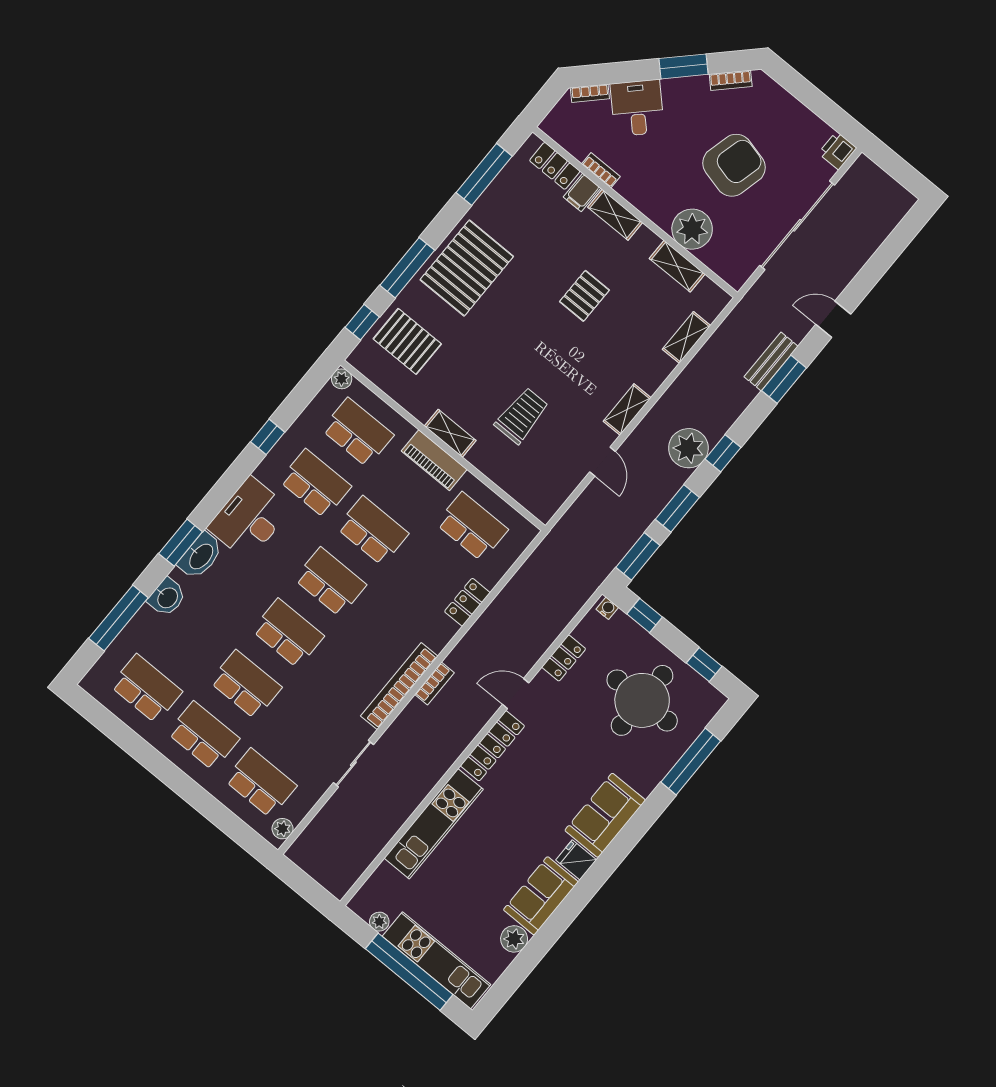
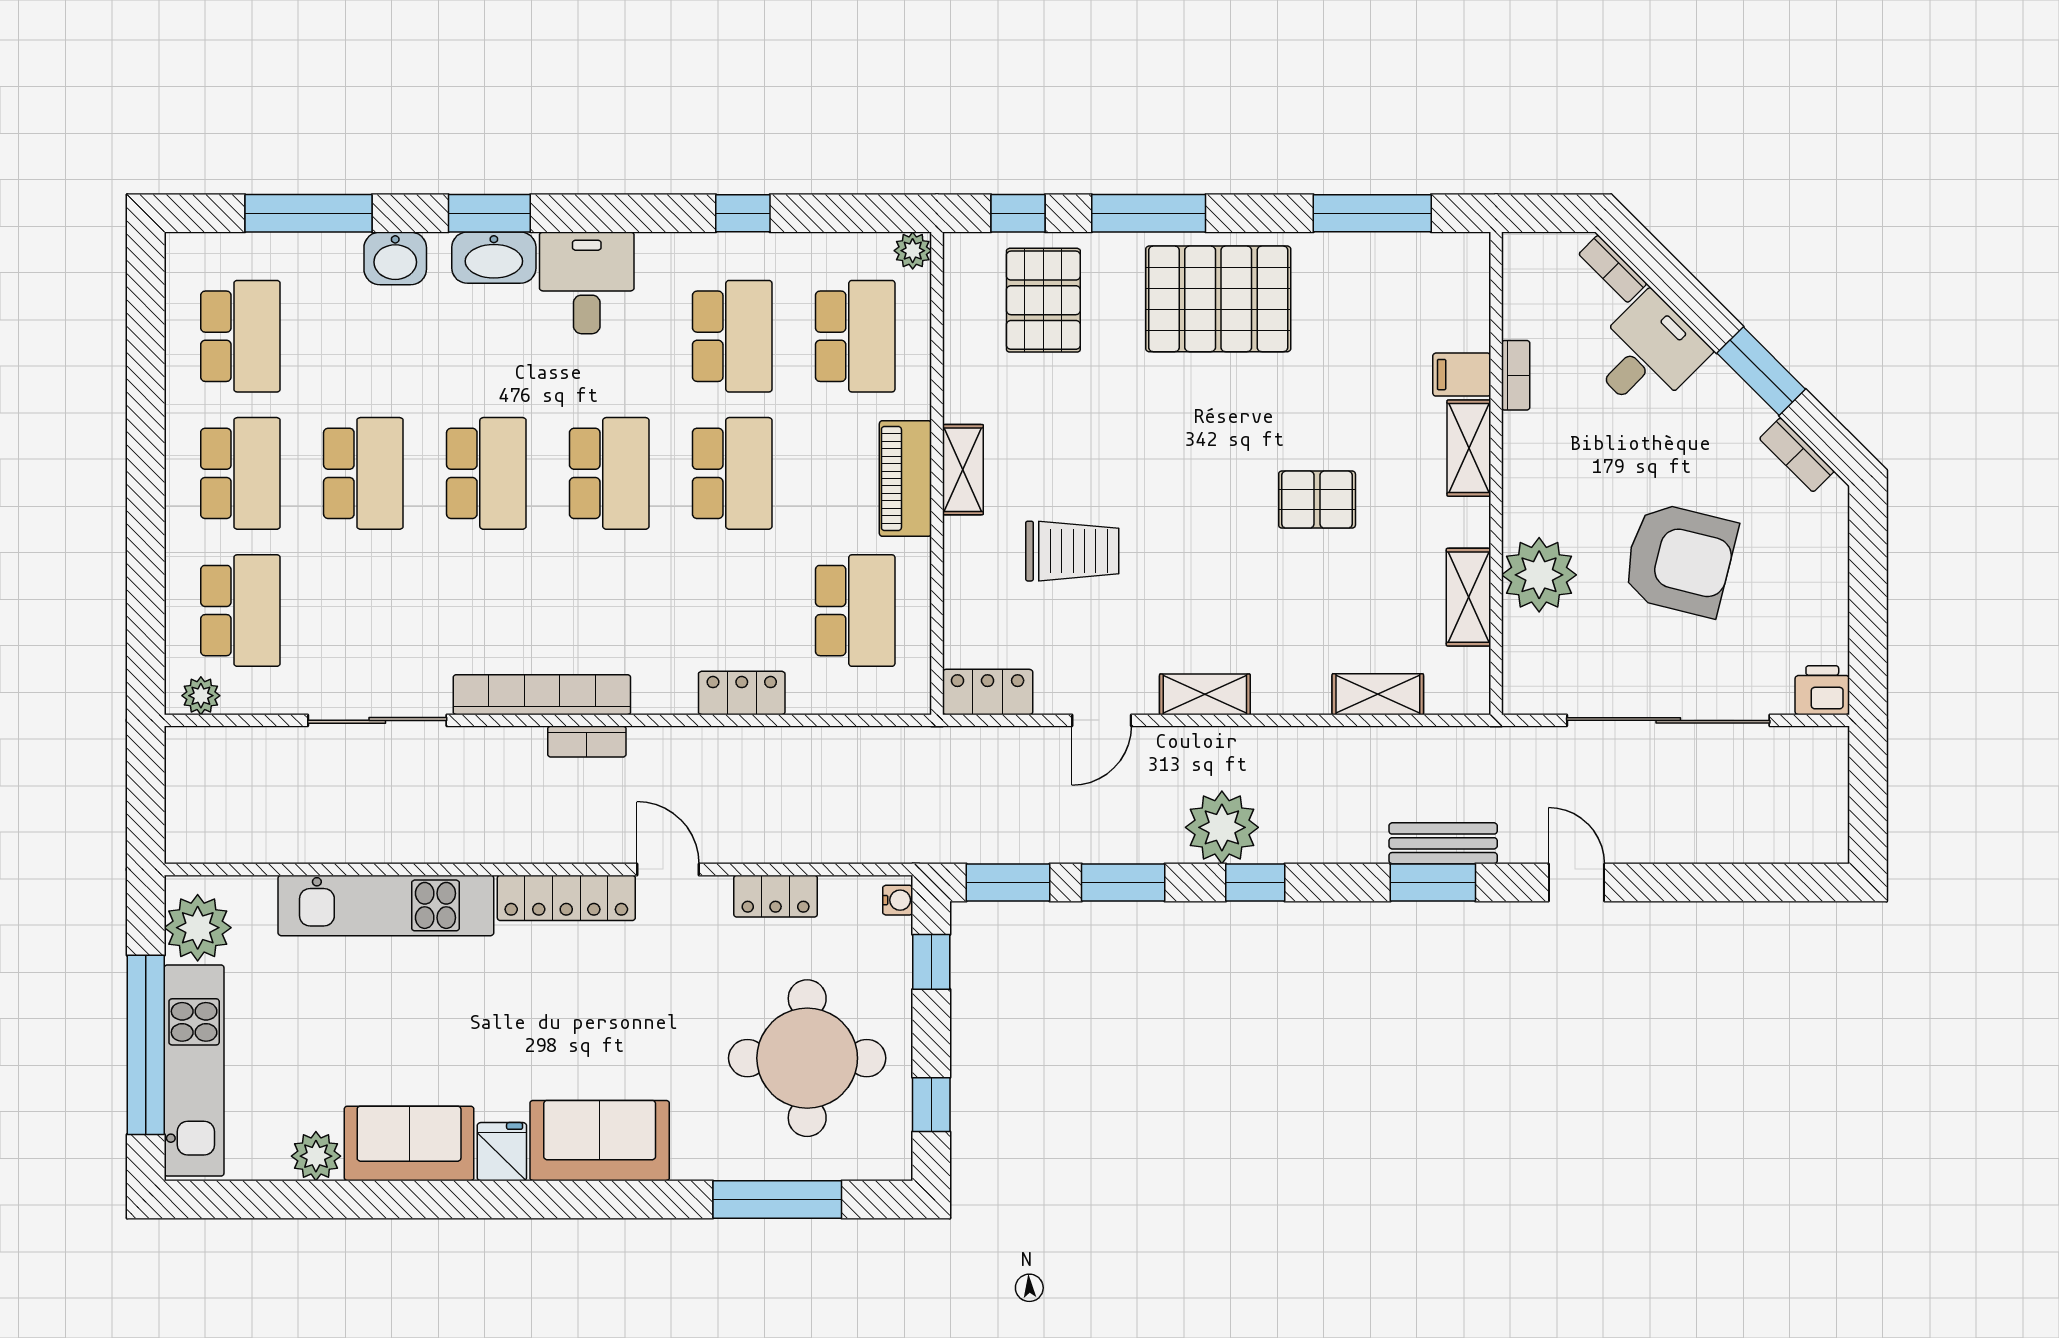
locker: (555, 166) -> (988, 692), moved, turned 90
desk: (249, 519) -> (587, 283), width x0.73
sliding door: (353, 764) -> (377, 720), width x1.37
plant: (379, 922) -> (198, 928), width x1.88, depth x1.88

